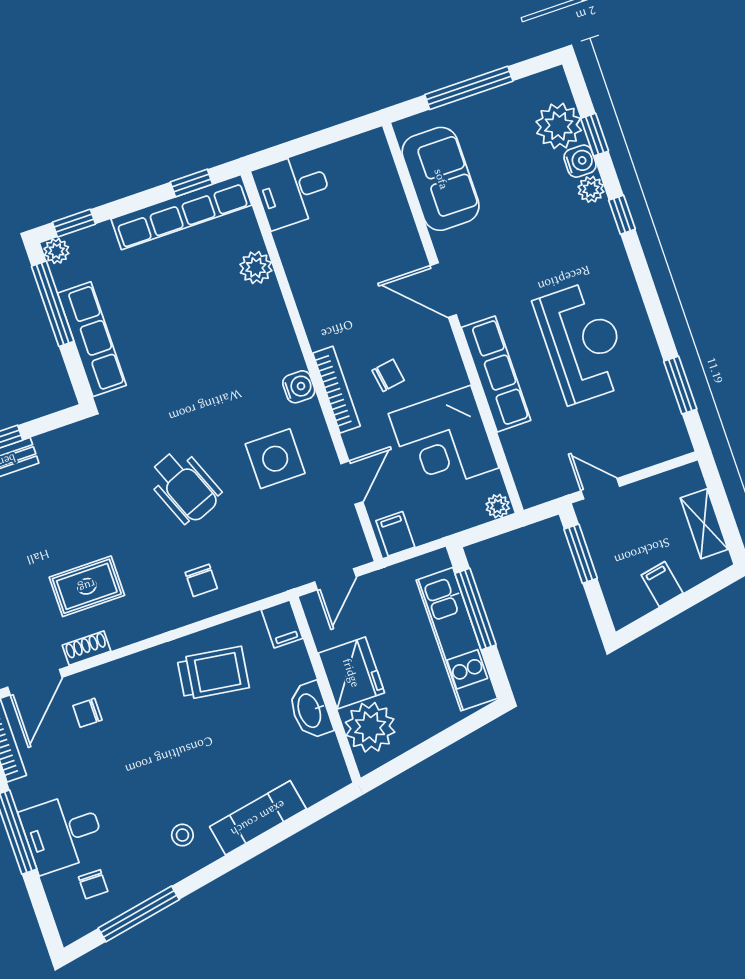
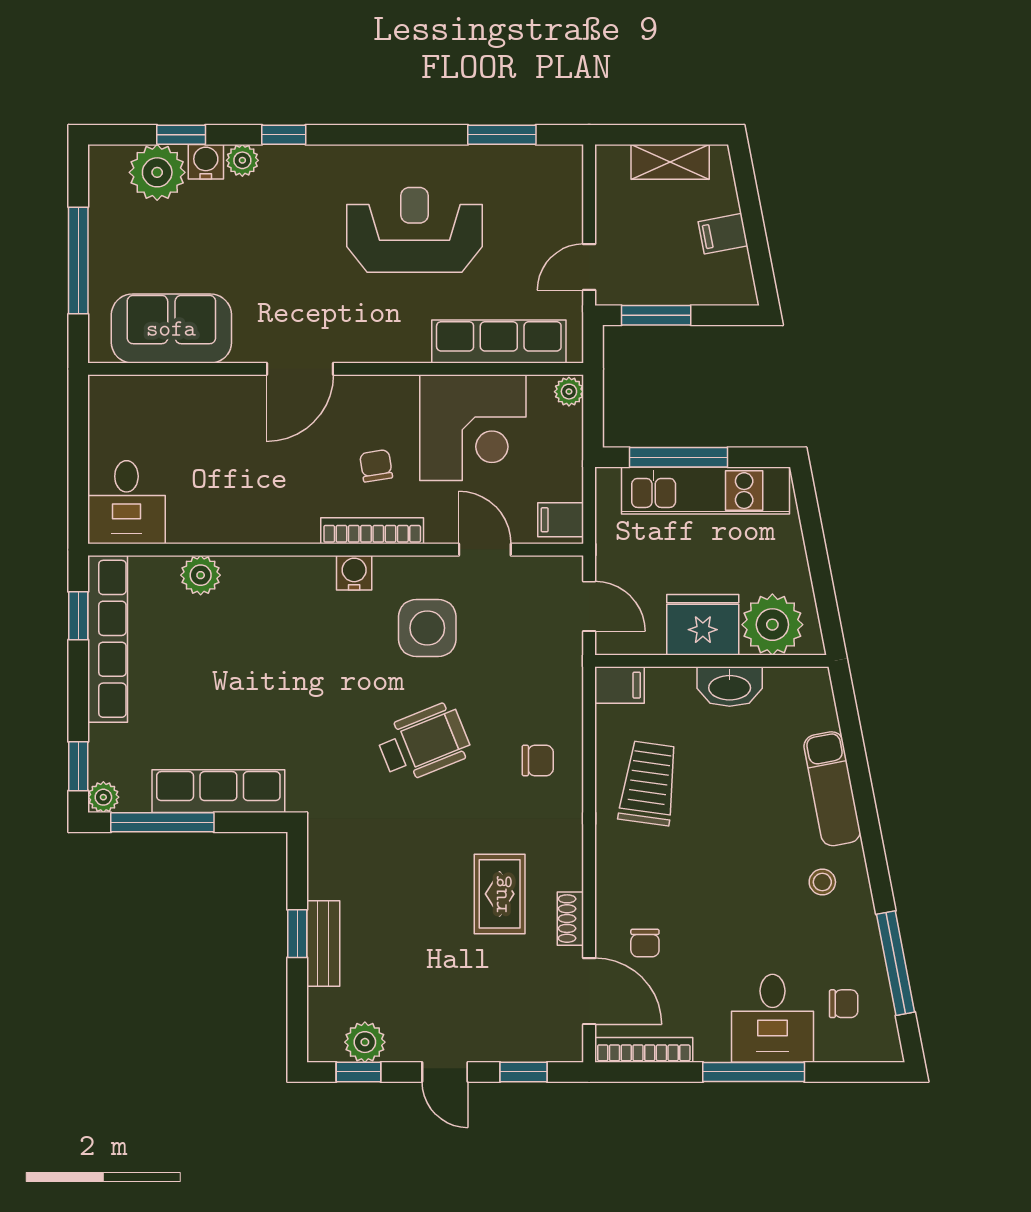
row of seats: (496, 374) -> (499, 342), moved

